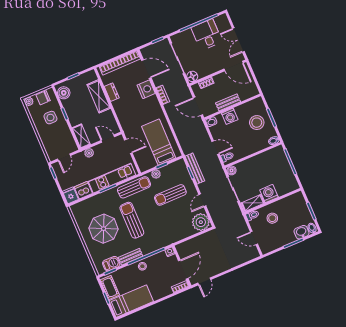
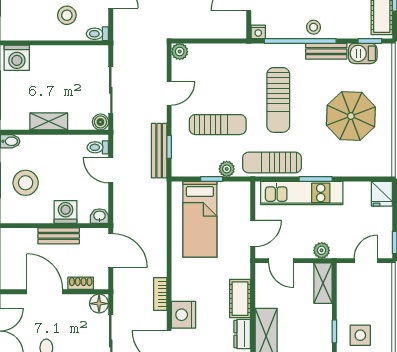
door: (234, 66) -> (45, 292), moved
cot: (121, 110) -> (240, 299), added
door: (128, 146) -> (253, 233), swing flipped
dishwasher: (83, 190) -> (357, 193), removed
washing machine: (269, 194) -> (17, 58), moved
shelving: (253, 203) -> (49, 121), moved
sun lounger: (132, 220) -> (278, 100), moved
plant: (201, 222) -> (180, 52), width x0.53, depth x0.53

